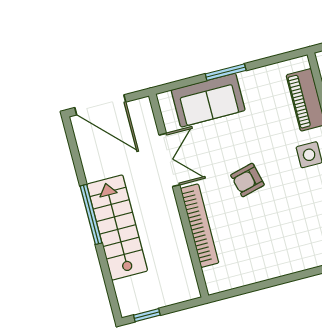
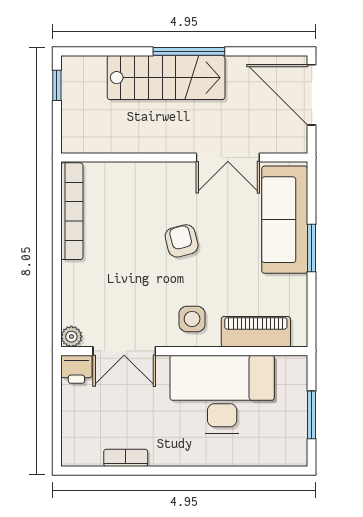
sofa: (208, 100) -> (285, 220), width x1.36
door: (100, 105) -> (312, 95), hinge flipped
bookcase: (200, 226) -> (72, 211), moved, turned -90

